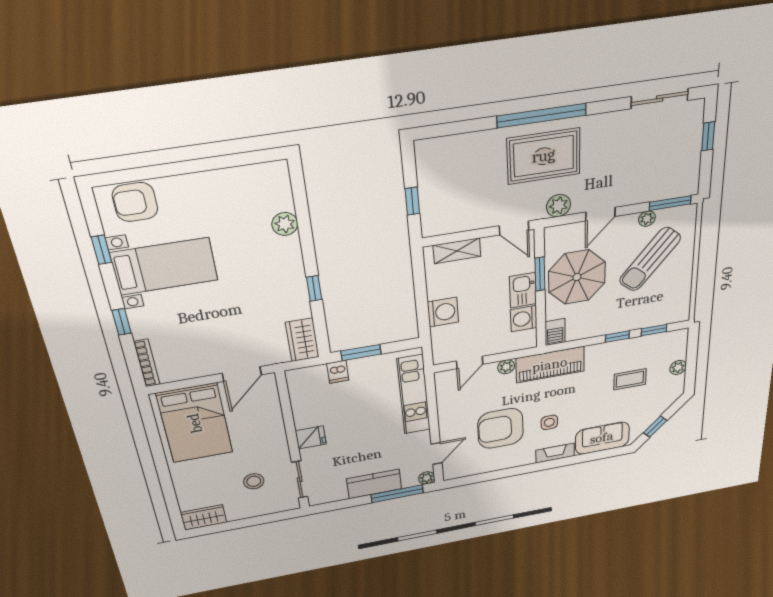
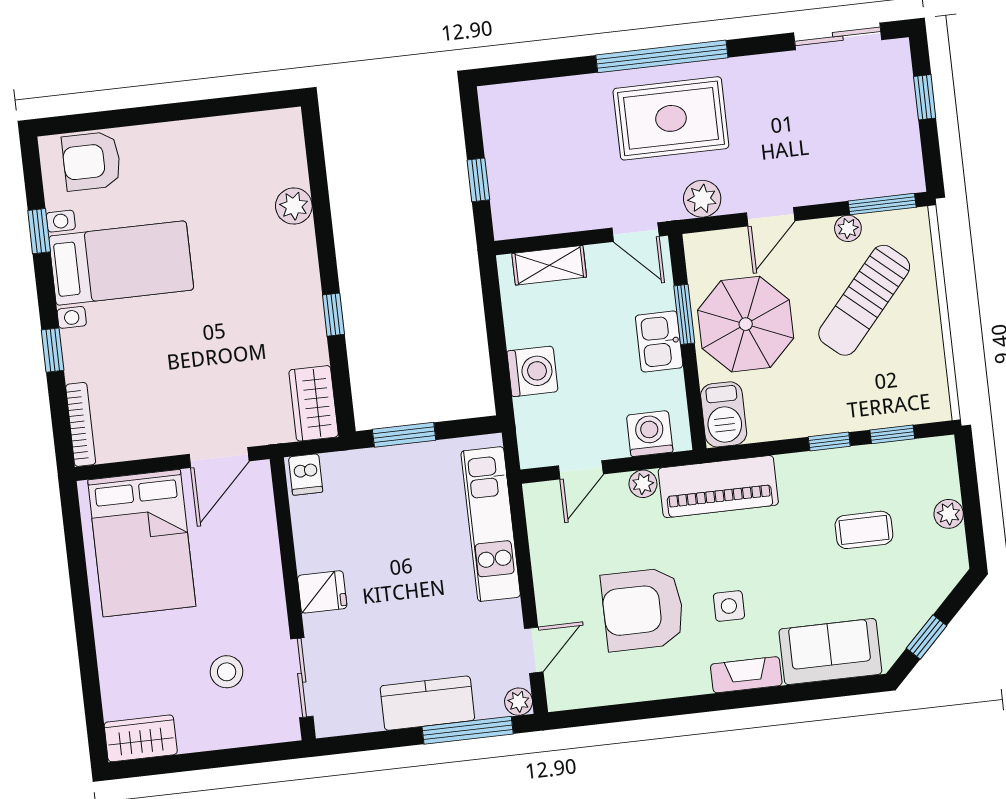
washing machine: (524, 319) -> (650, 434), moved, turned 90
barbecue: (555, 332) -> (724, 414), width x1.38, depth x1.27
dishwasher: (338, 372) -> (306, 475), moved

